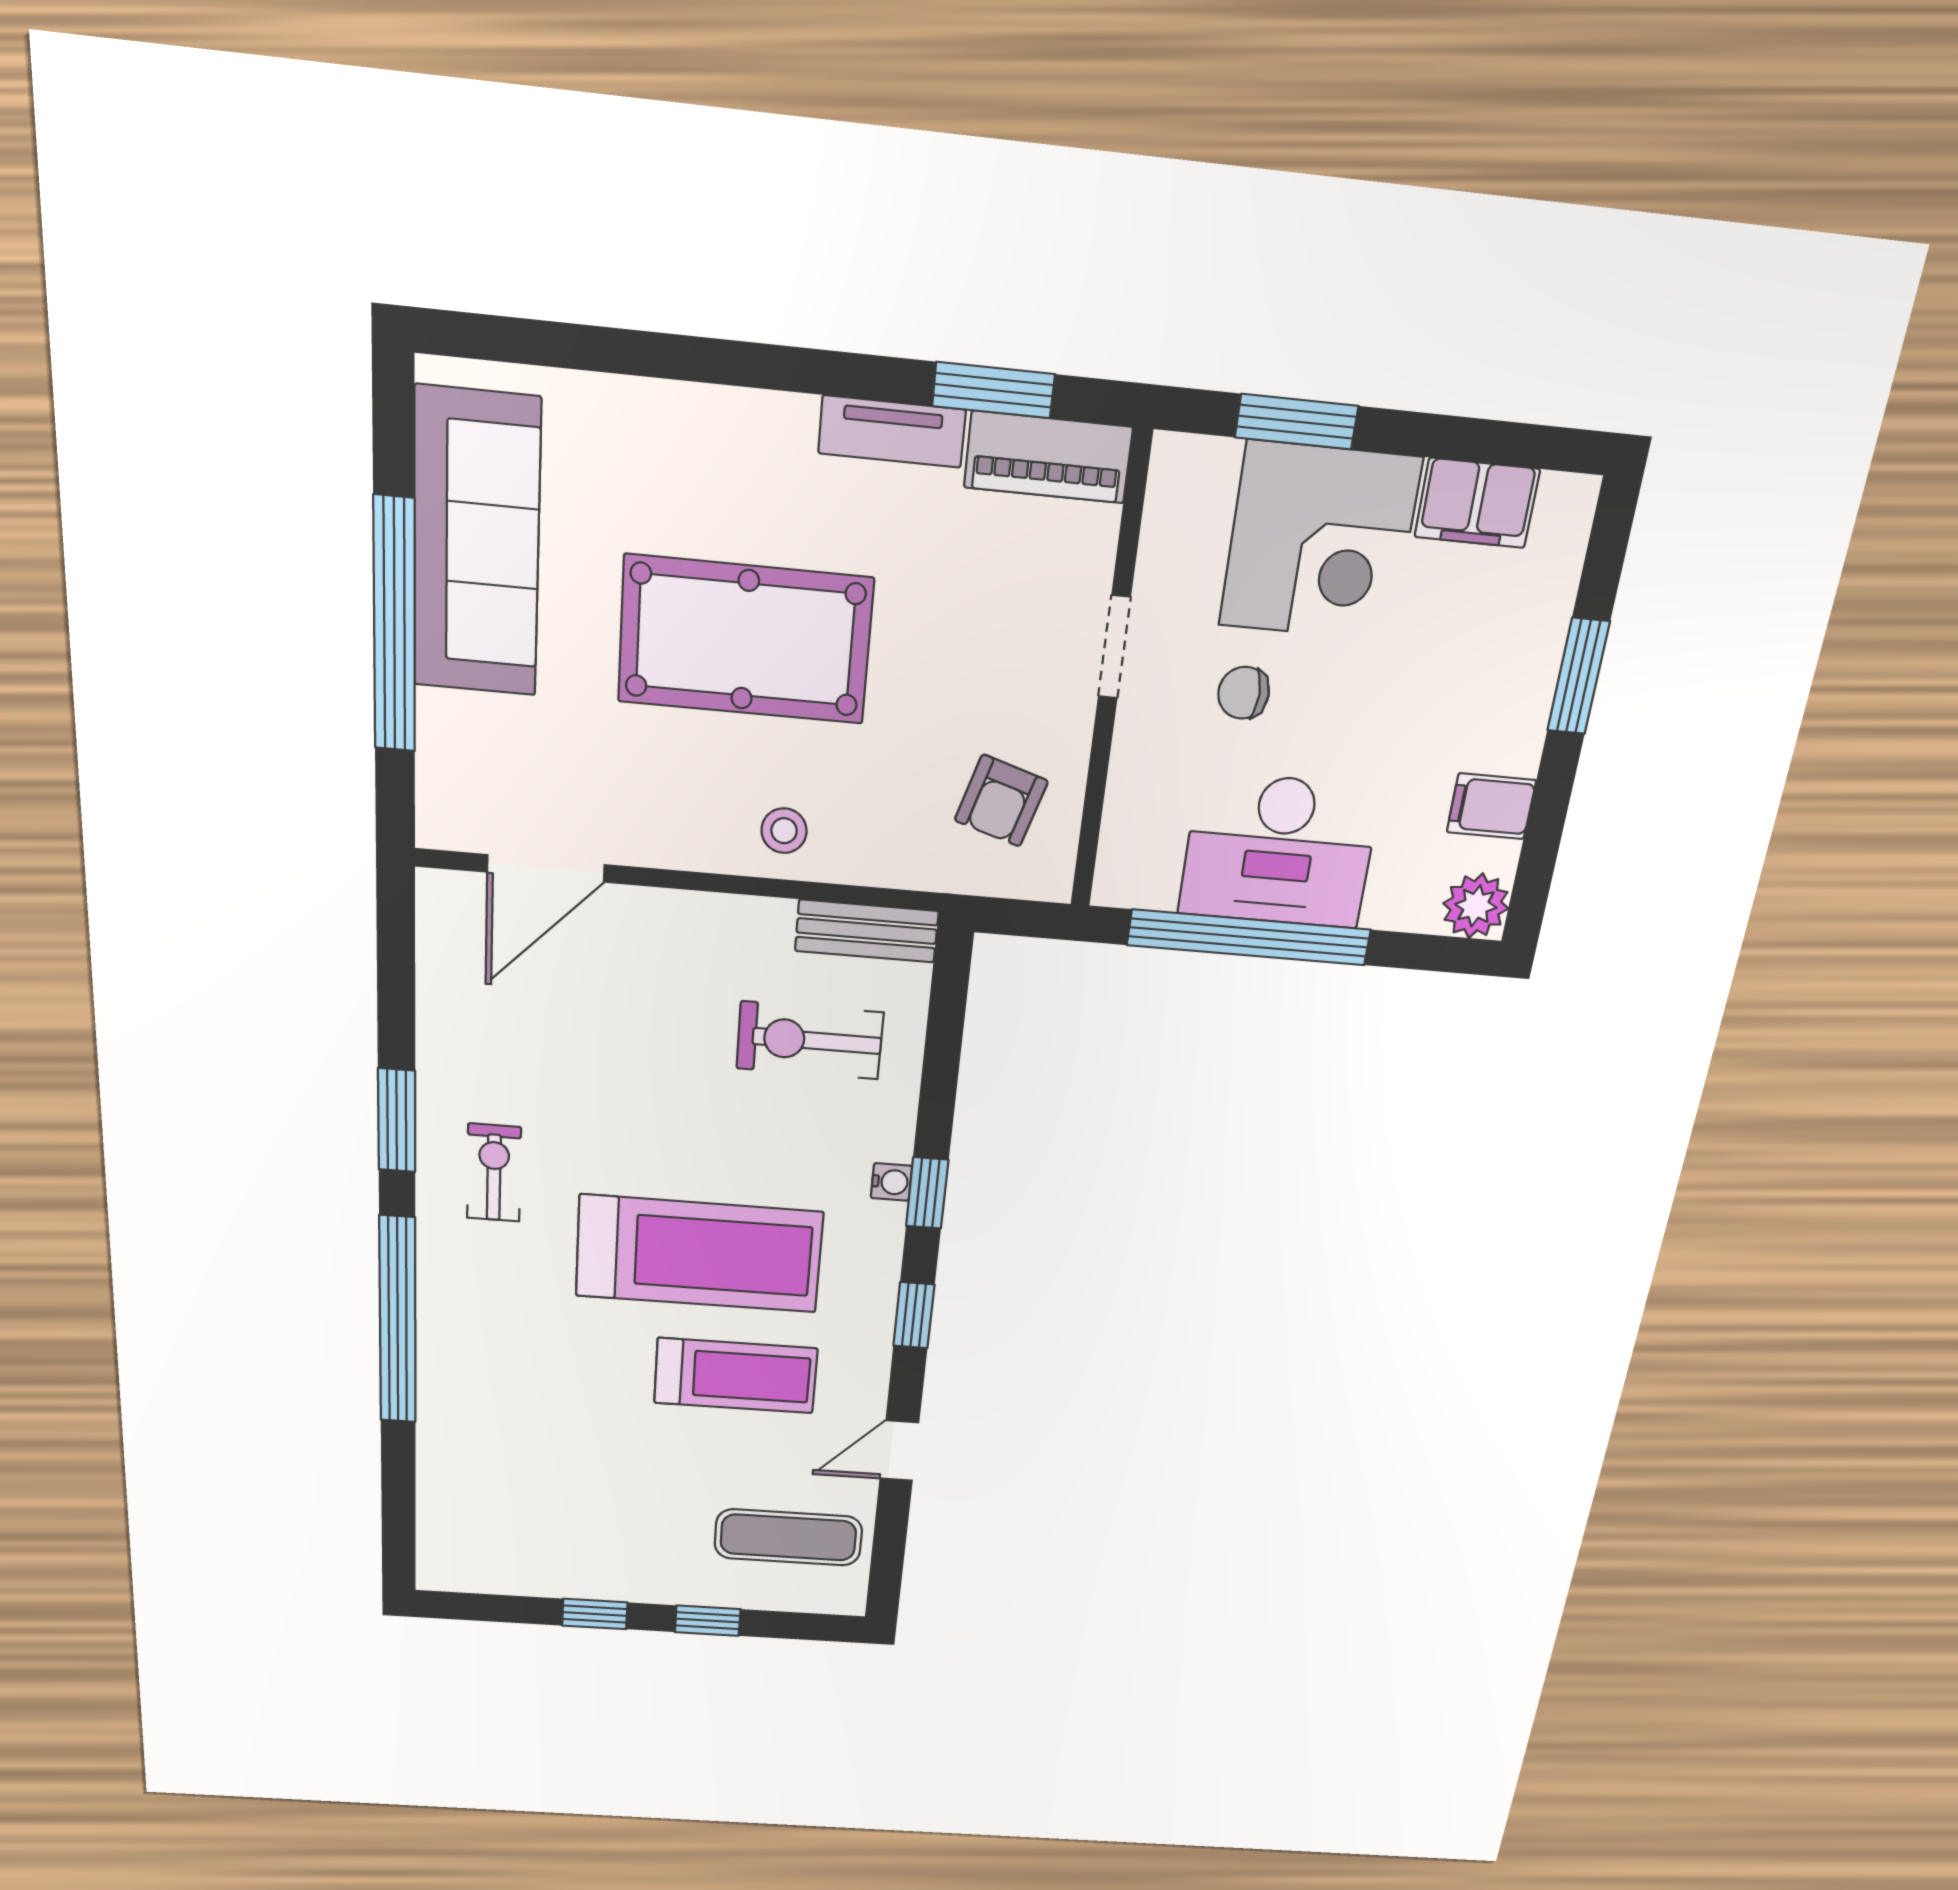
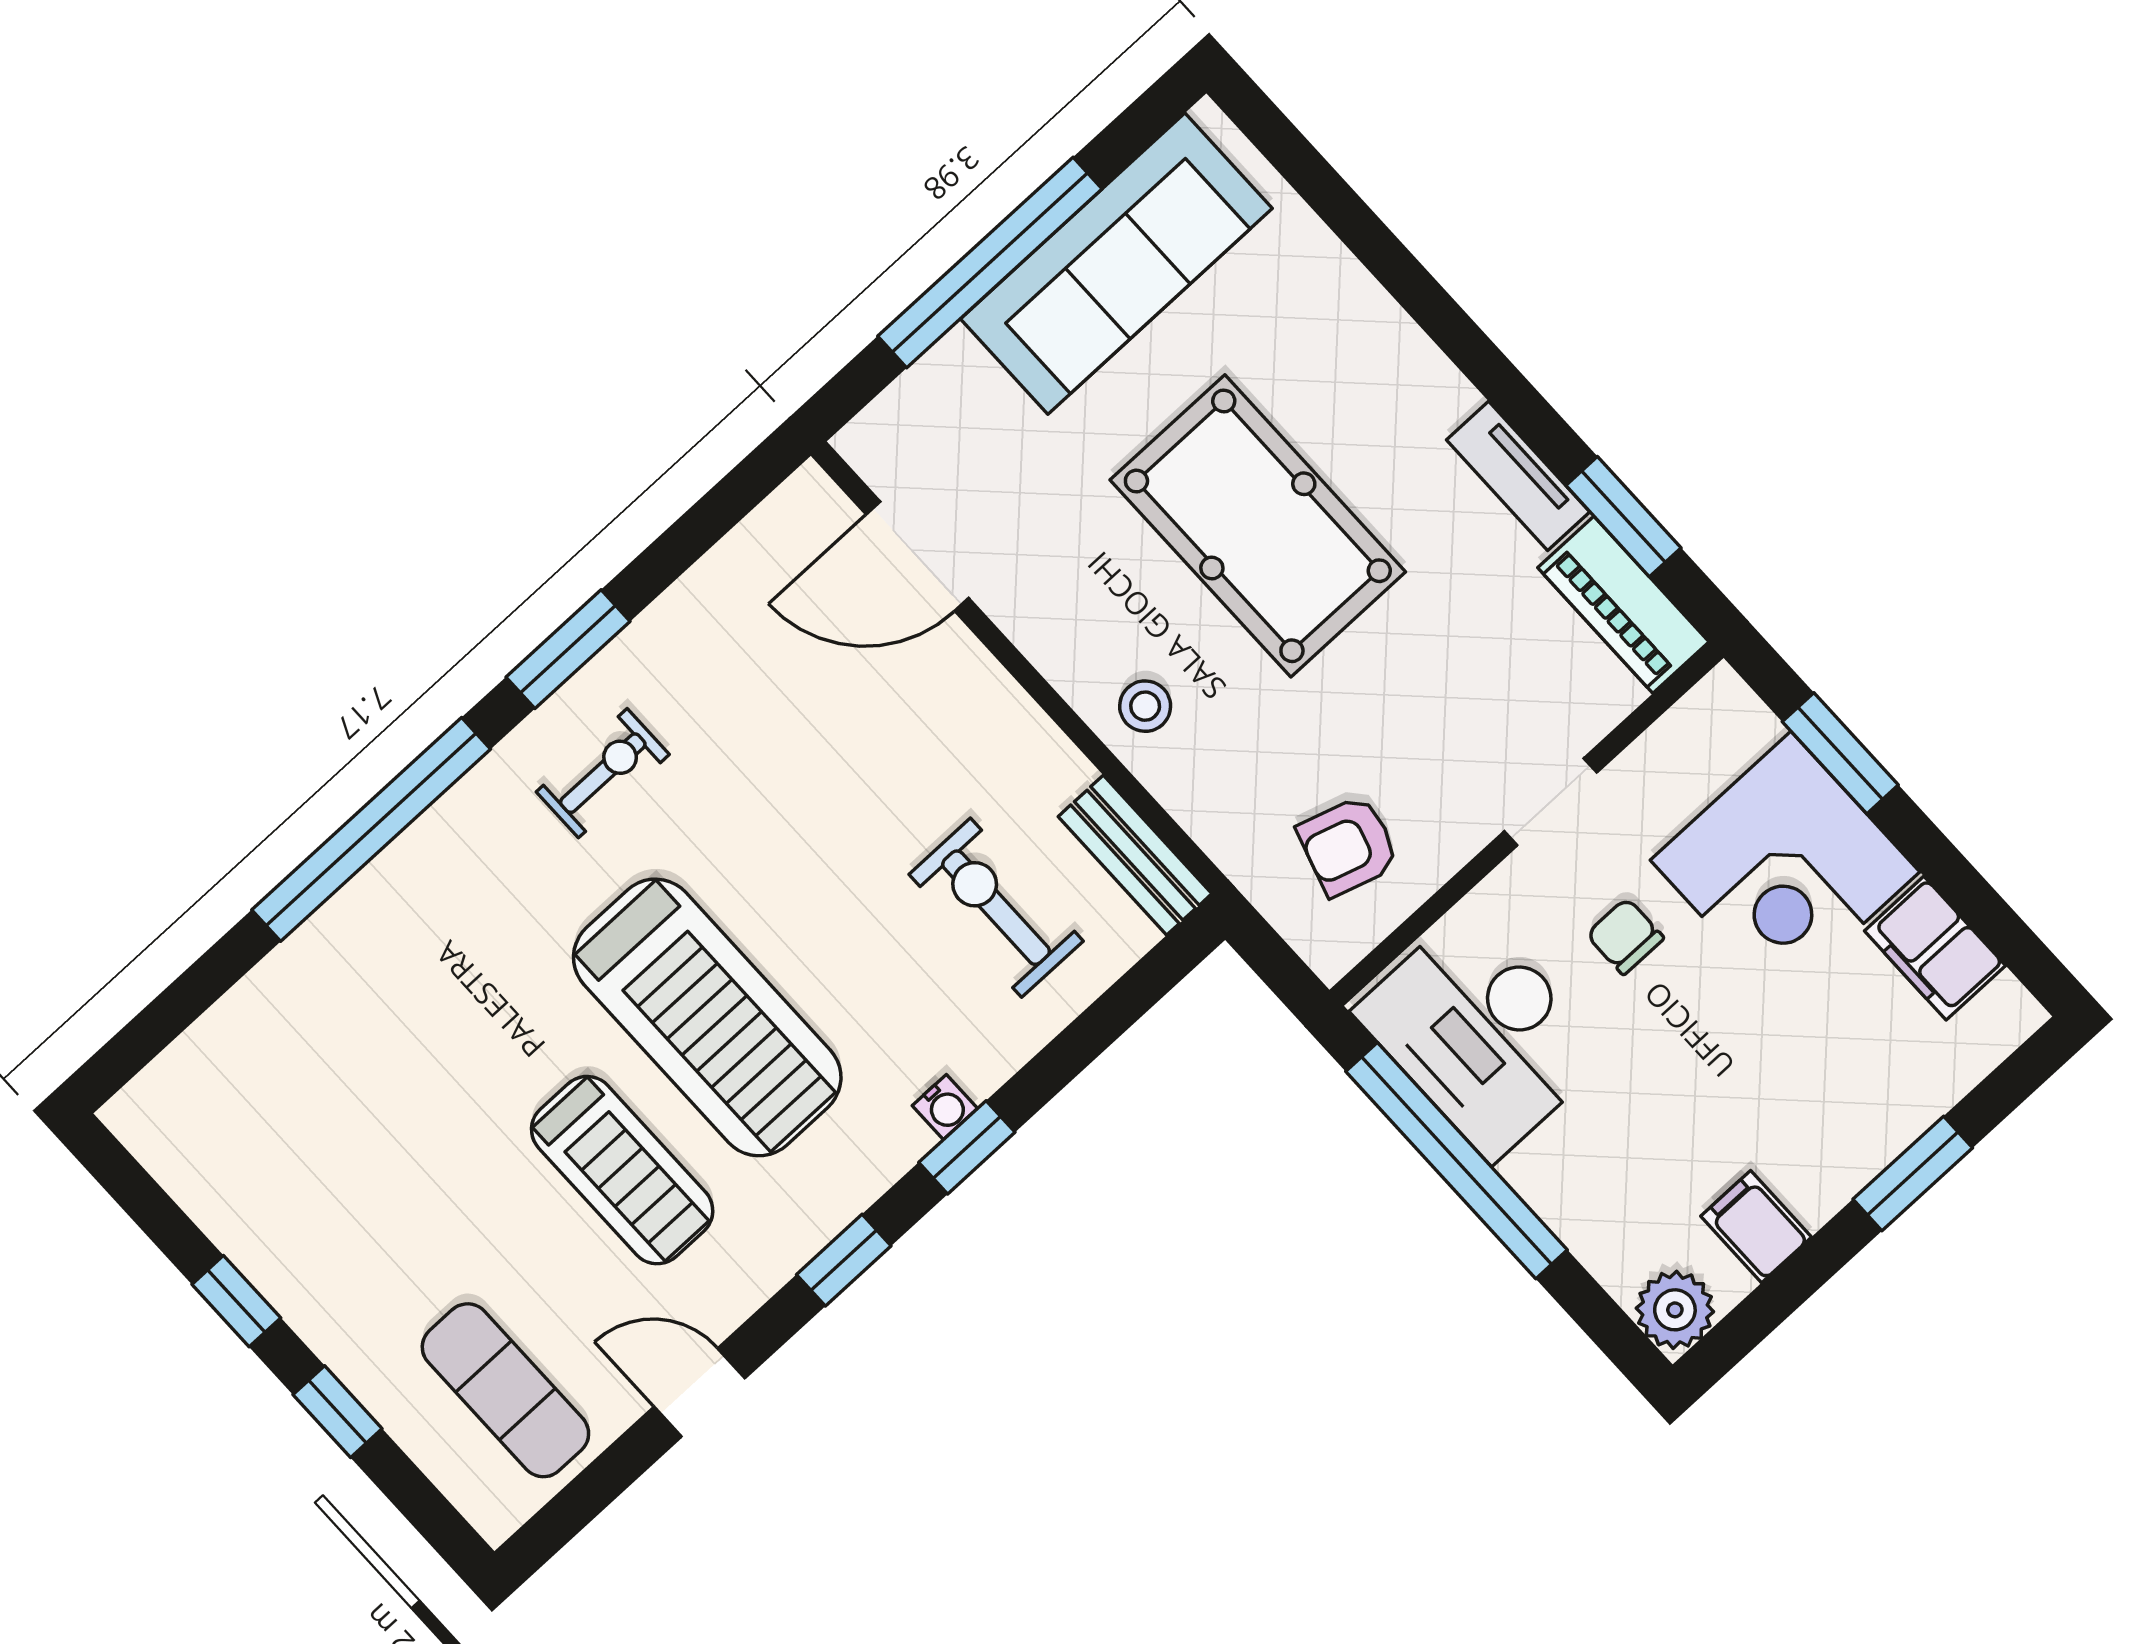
desk: (1279, 850) -> (1481, 1033), moved

